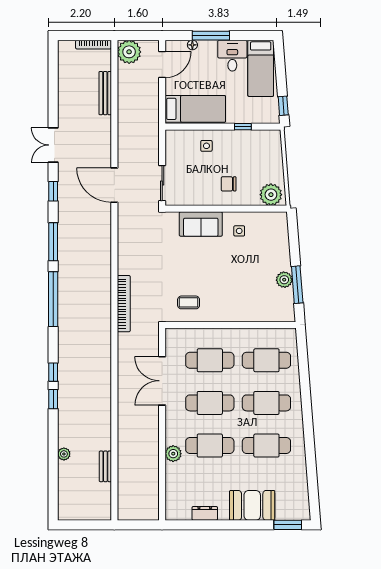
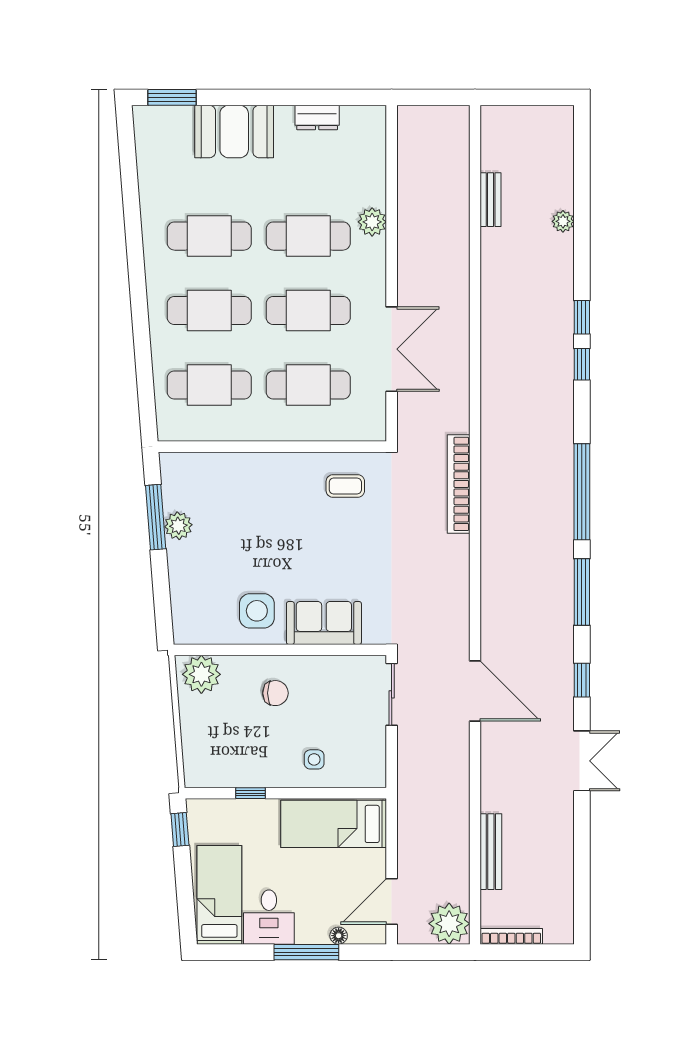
side table: (239, 231) -> (257, 611), width x1.87, depth x1.87

